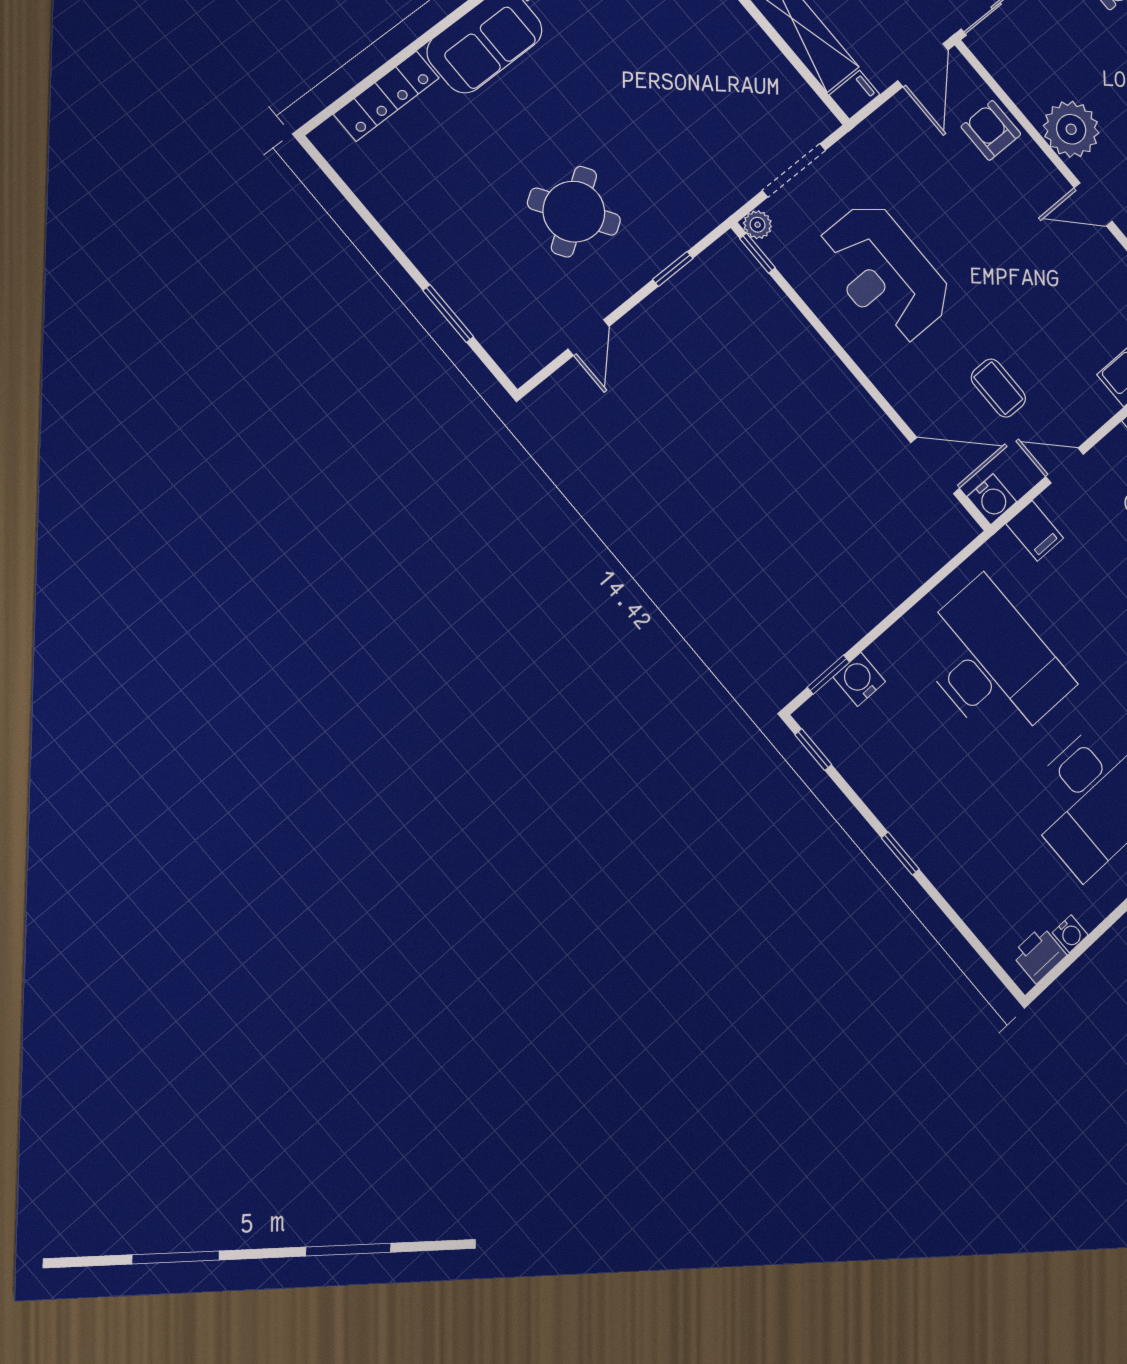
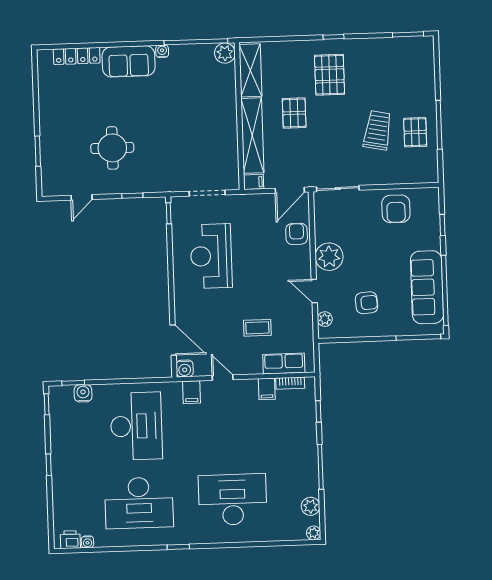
round table: (574, 212) -> (112, 148), turned 33
plant: (758, 225) -> (177, 203), removed
coffee table: (998, 388) -> (257, 328), moved, turned 90

